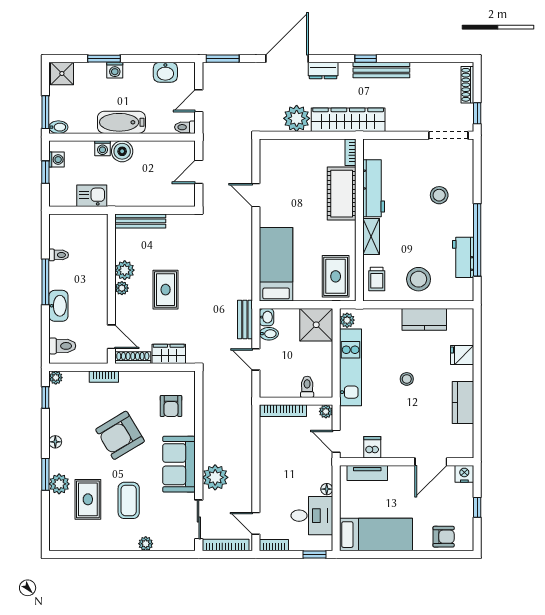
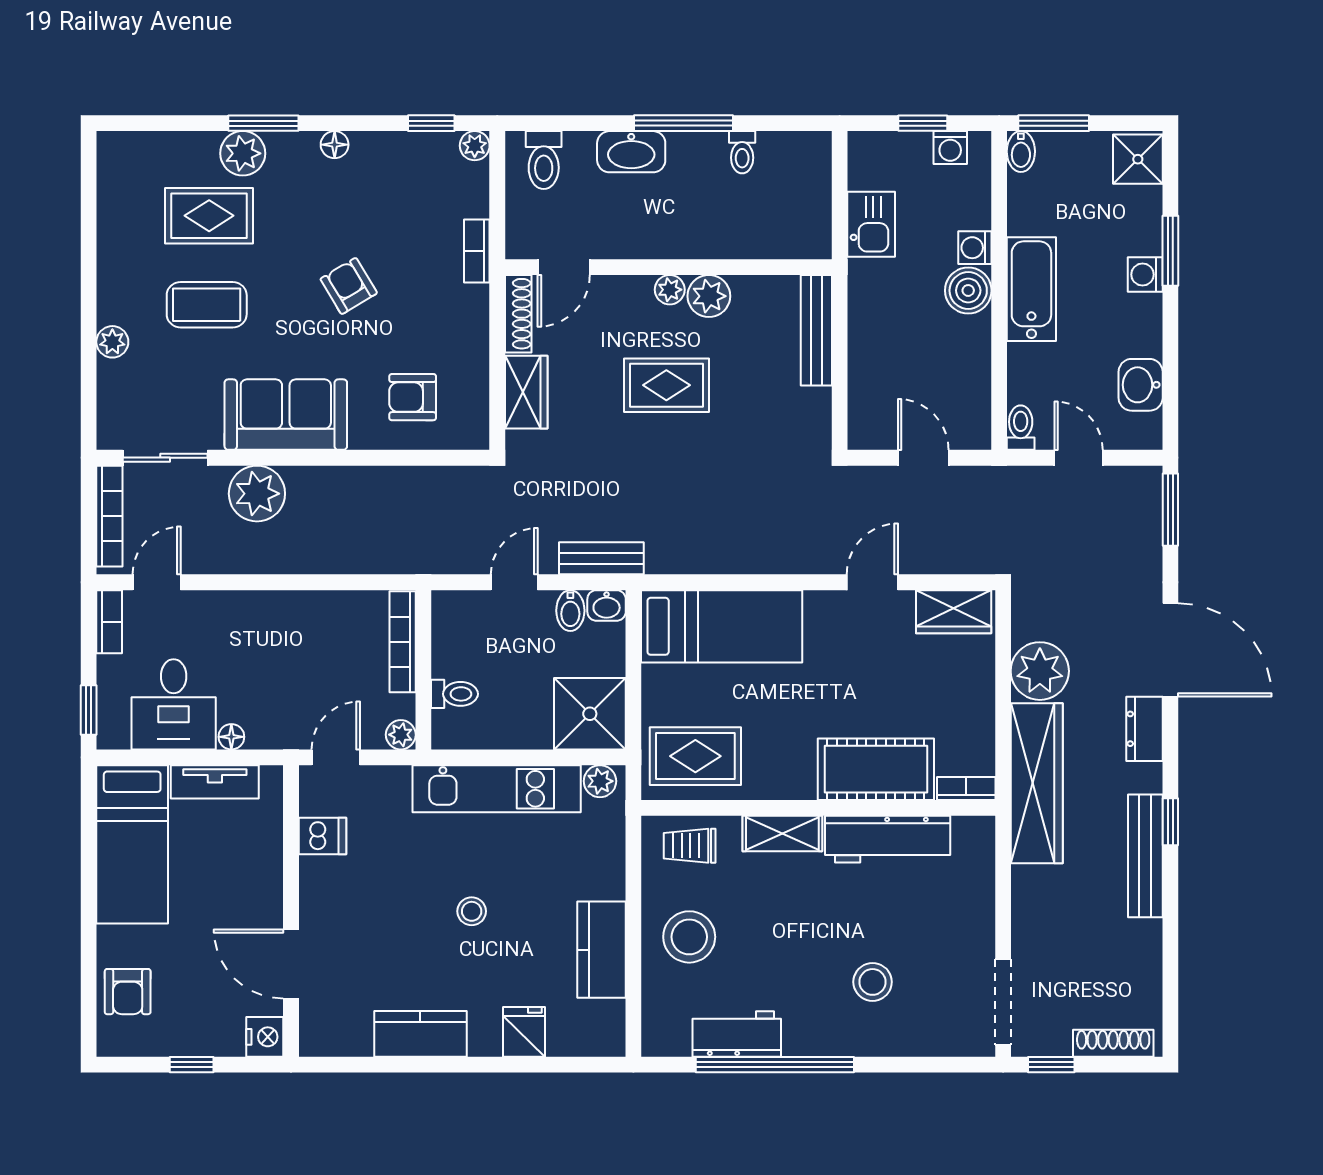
wardrobe: (269, 158) -> (954, 612), added
armchair: (120, 435) -> (349, 286), width x0.53, depth x0.53
tv unit: (367, 473) -> (215, 782), moved, turned -90

